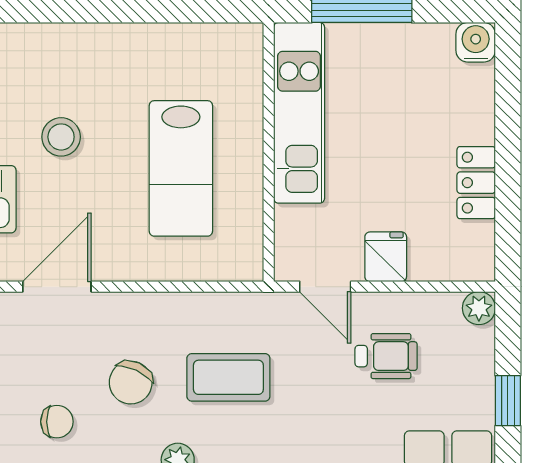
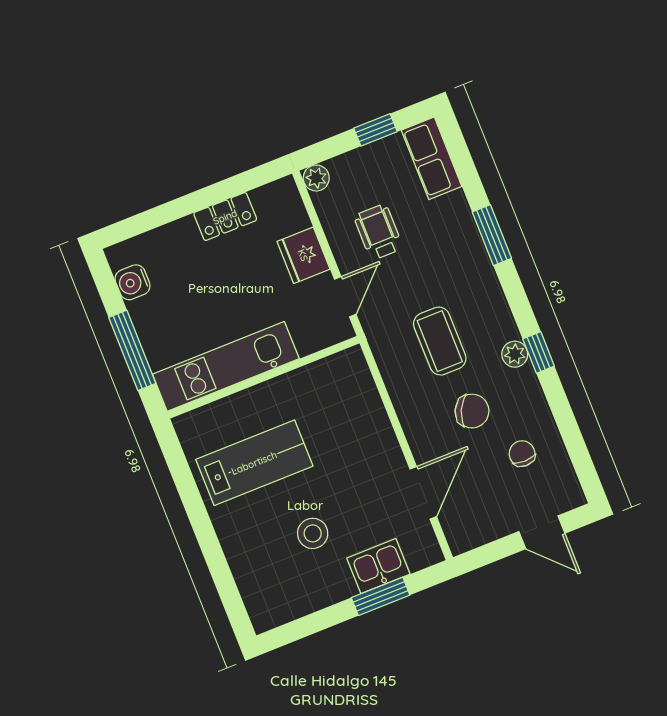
water cooler: (476, 42) -> (133, 282), moved
lab bench: (181, 168) -> (254, 463), moved
fridge: (386, 257) -> (303, 255), width x1.38
door: (57, 287) -> (423, 493), swing flipped

